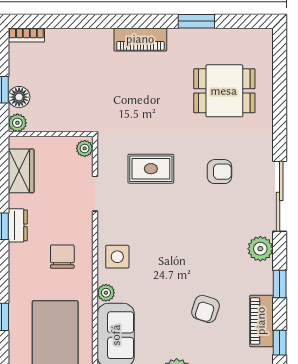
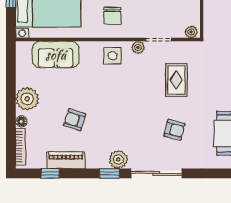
armchair: (219, 172) -> (174, 130), turned -76
chair: (62, 257) -> (113, 16), turned 90
window: (280, 284) -> (110, 173), moved
plant: (106, 293) -> (138, 47), moved

